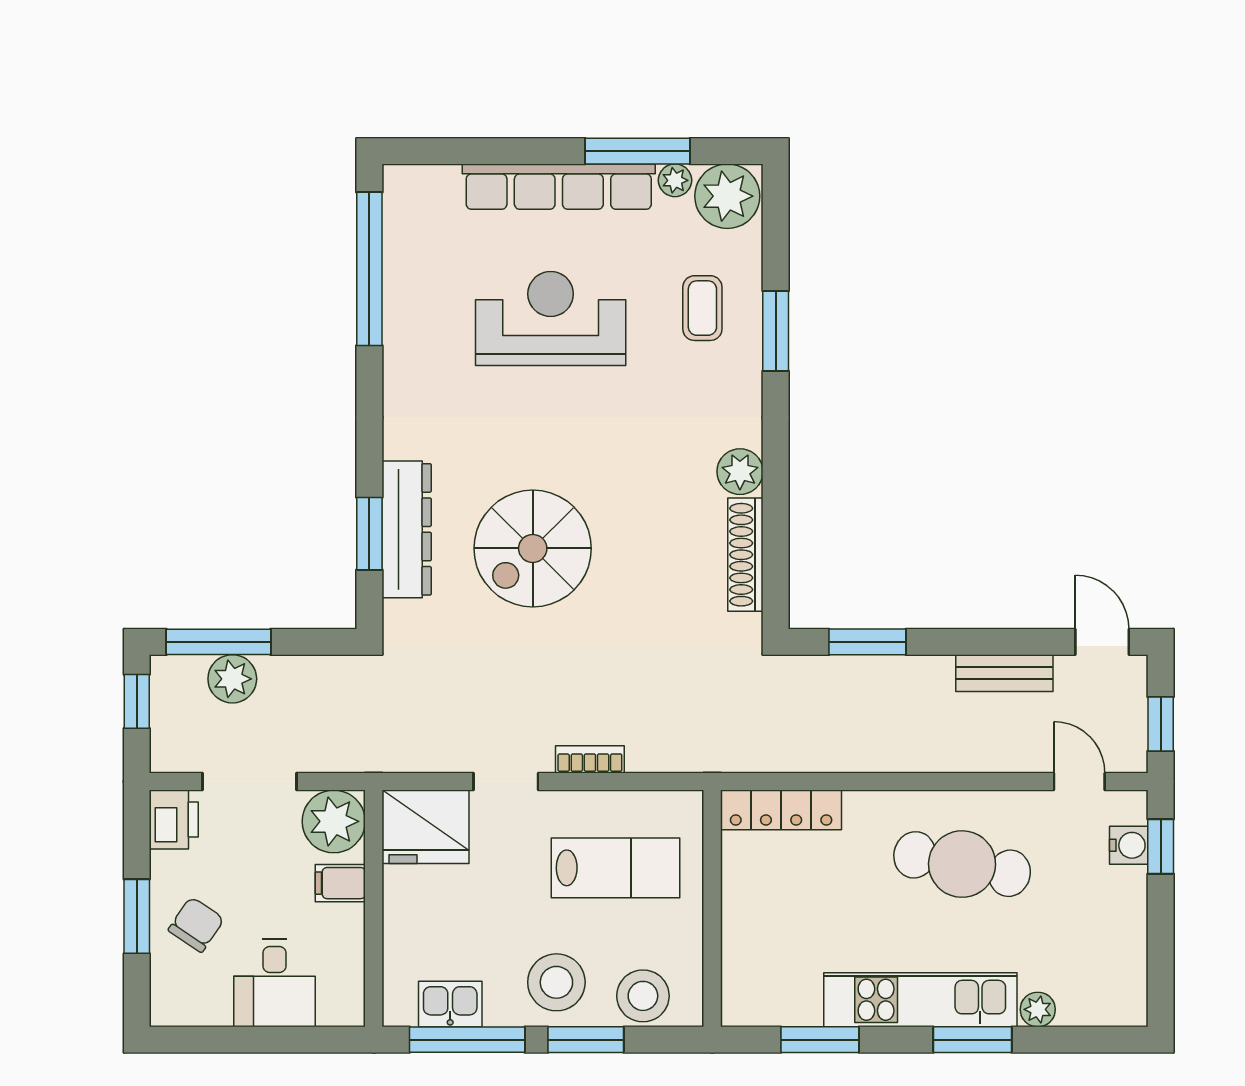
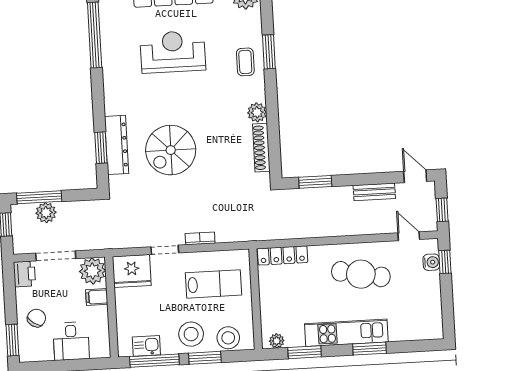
coffee table: (702, 308) -> (245, 62), moved
window: (137, 916) -> (12, 340), moved
plant: (1038, 1009) -> (277, 341), moved

